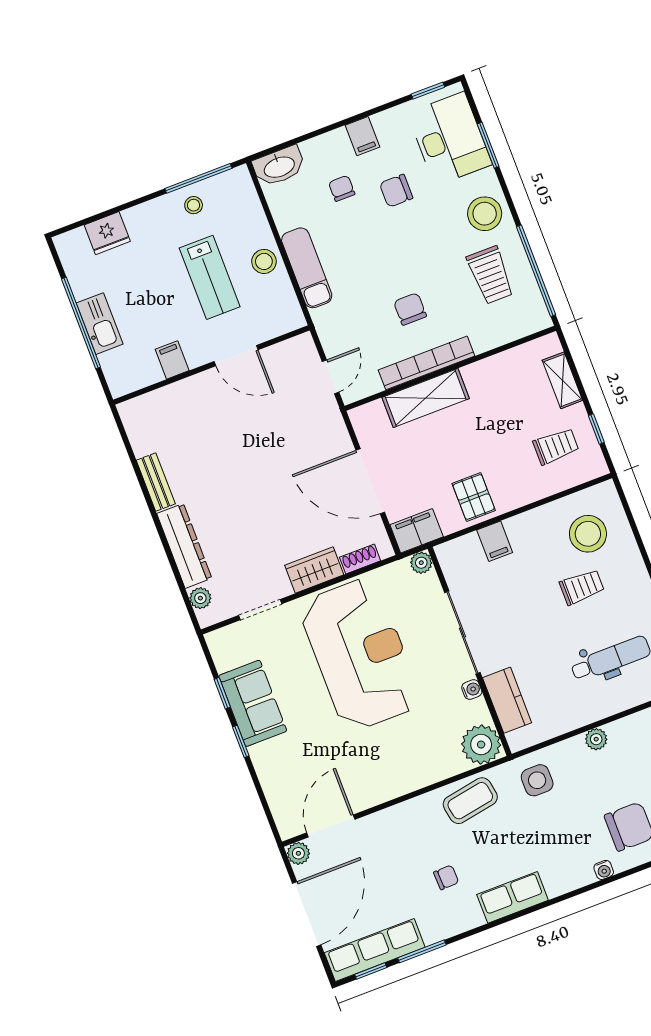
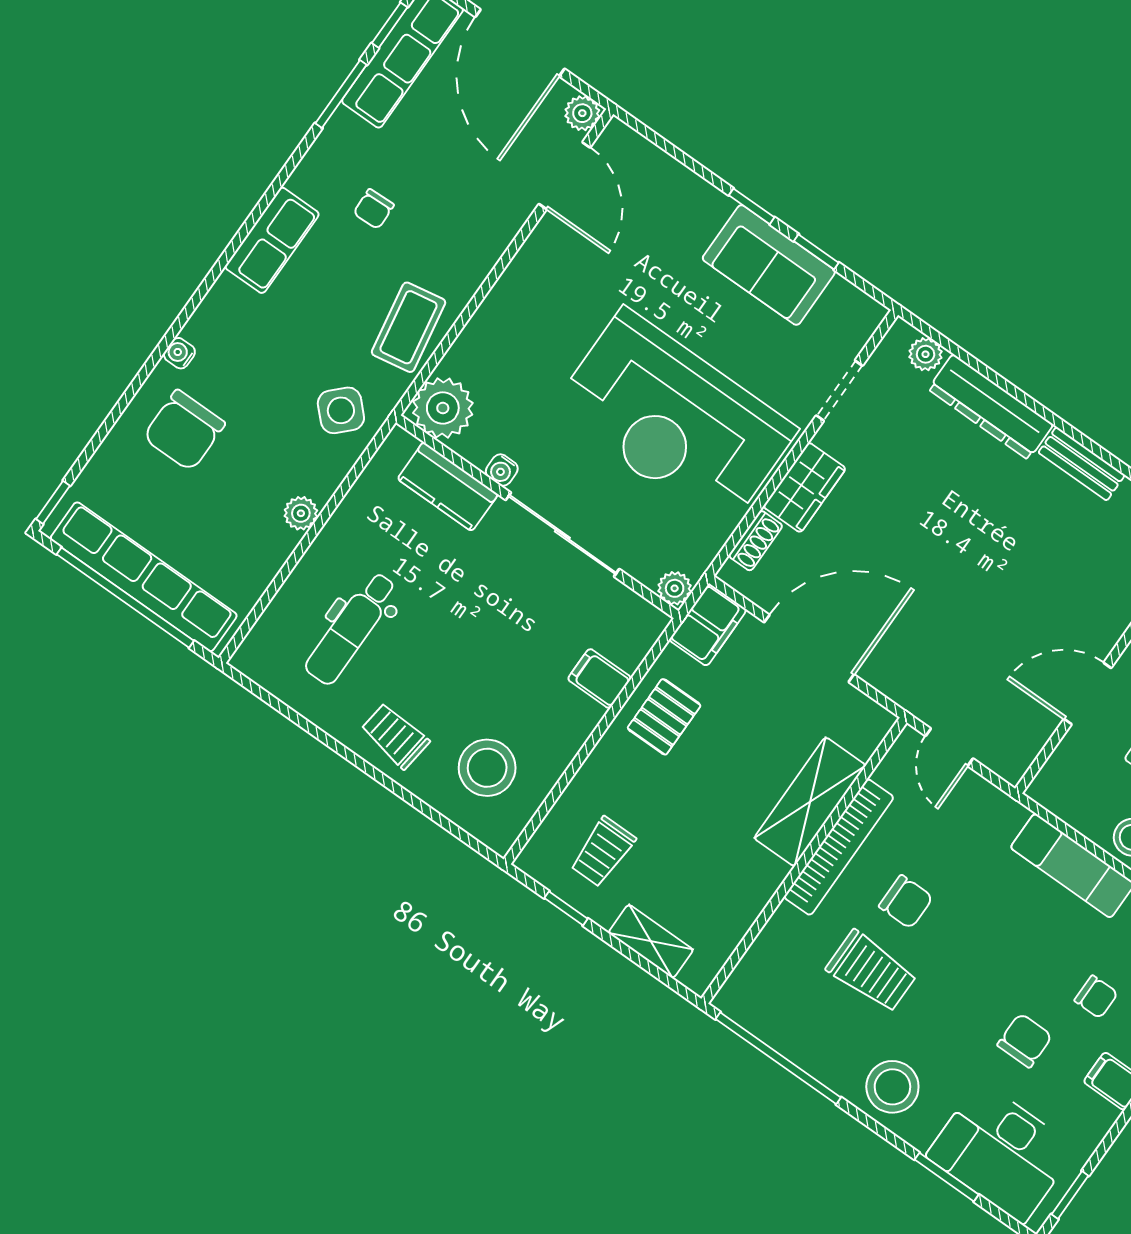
trolley: (490, 275) -> (871, 971), moved, turned 180
pallet: (474, 497) -> (664, 717), turned 90
trolley: (582, 587) -> (395, 736), moved, turned 97
side table: (537, 780) -> (341, 410), turned 45

